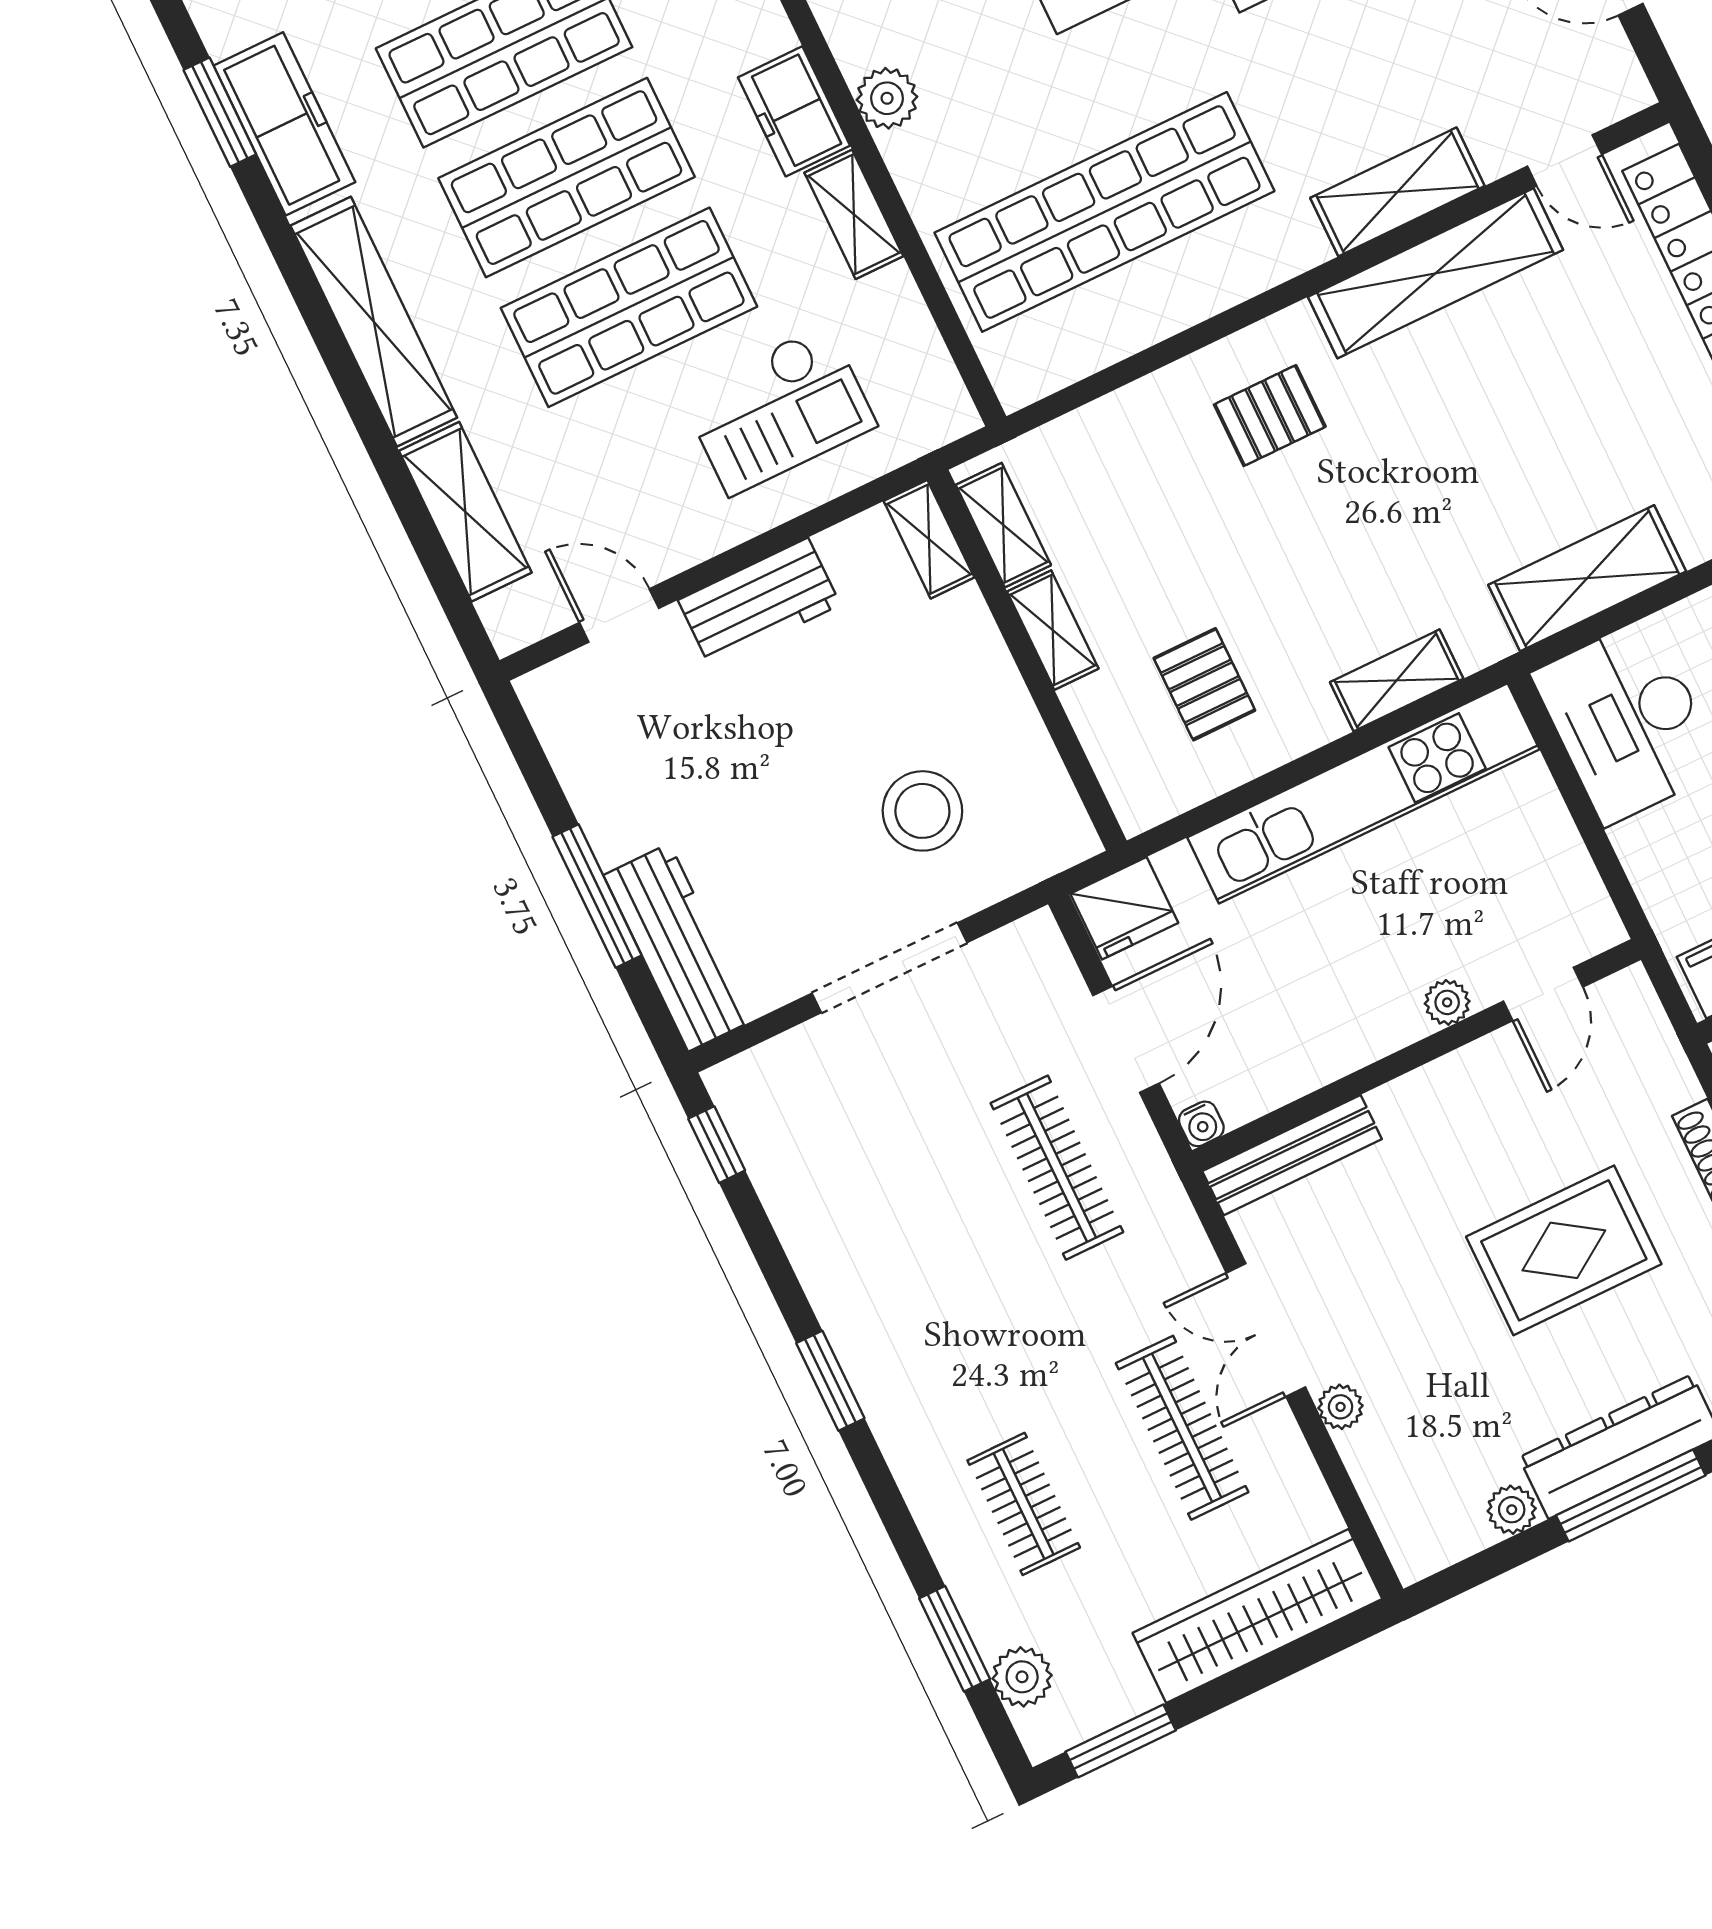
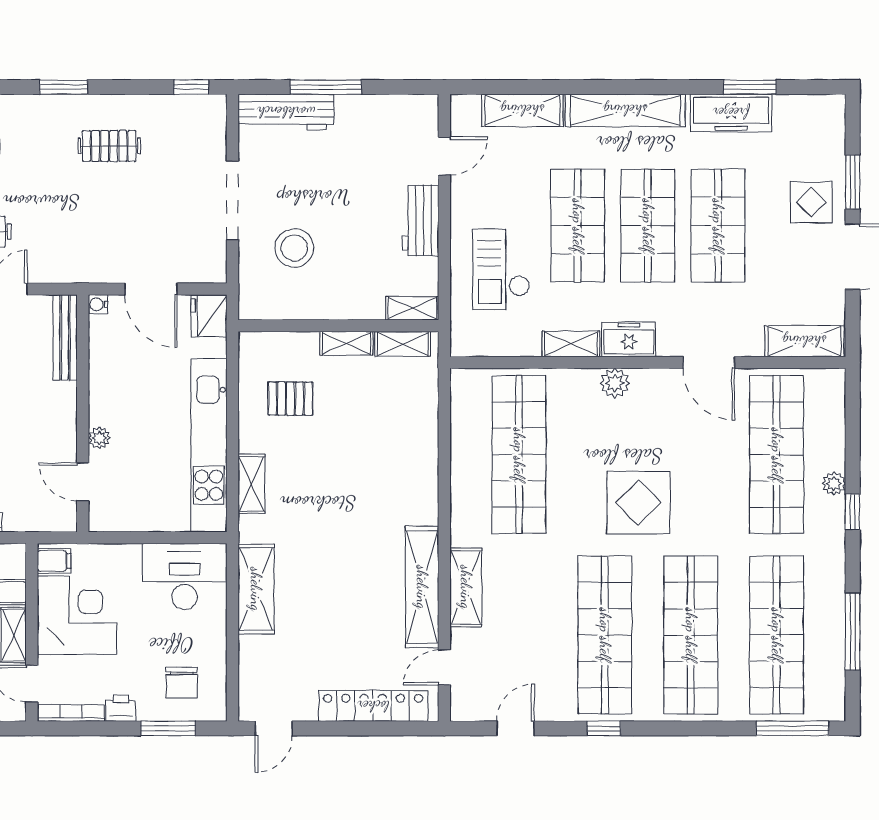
pallet: (1270, 416) -> (395, 484), removed
clothes rail: (1057, 1168) -> (109, 146), moved, width x0.73

